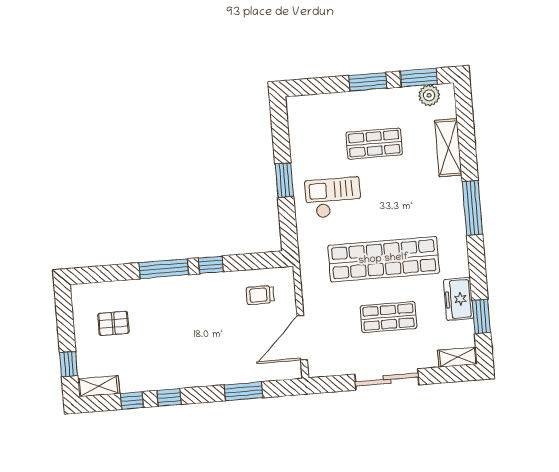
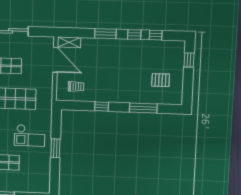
window: (164, 269) -> (143, 108), moved
door: (302, 338) -> (55, 60), hinge flipped
shelving: (99, 386) -> (69, 42), moved
window: (243, 391) -> (105, 34), moved

